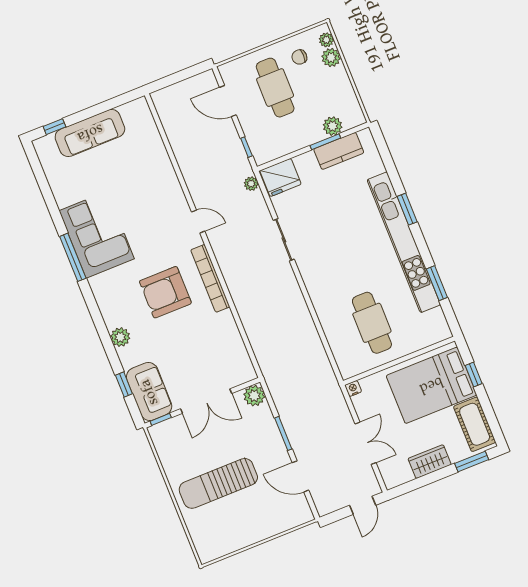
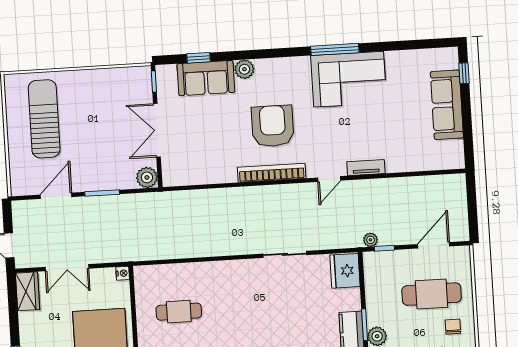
plant: (251, 184) -> (370, 240), moved
tv unit: (175, 190) -> (366, 168), added
cafe table: (372, 323) -> (179, 312), width x0.73, depth x0.74
sofa: (149, 392) -> (206, 78), moved
wardrobe: (430, 462) -> (28, 291), moved
sun lounger: (218, 483) -> (44, 119), moved

